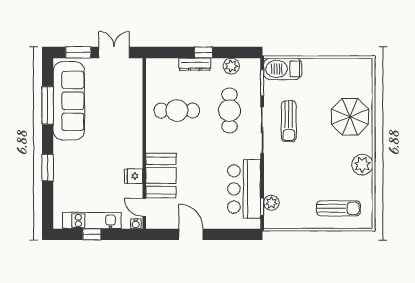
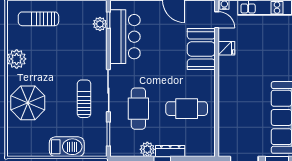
plant: (231, 66) -> (147, 149), moved
barbecue: (283, 69) -> (67, 147), moved

